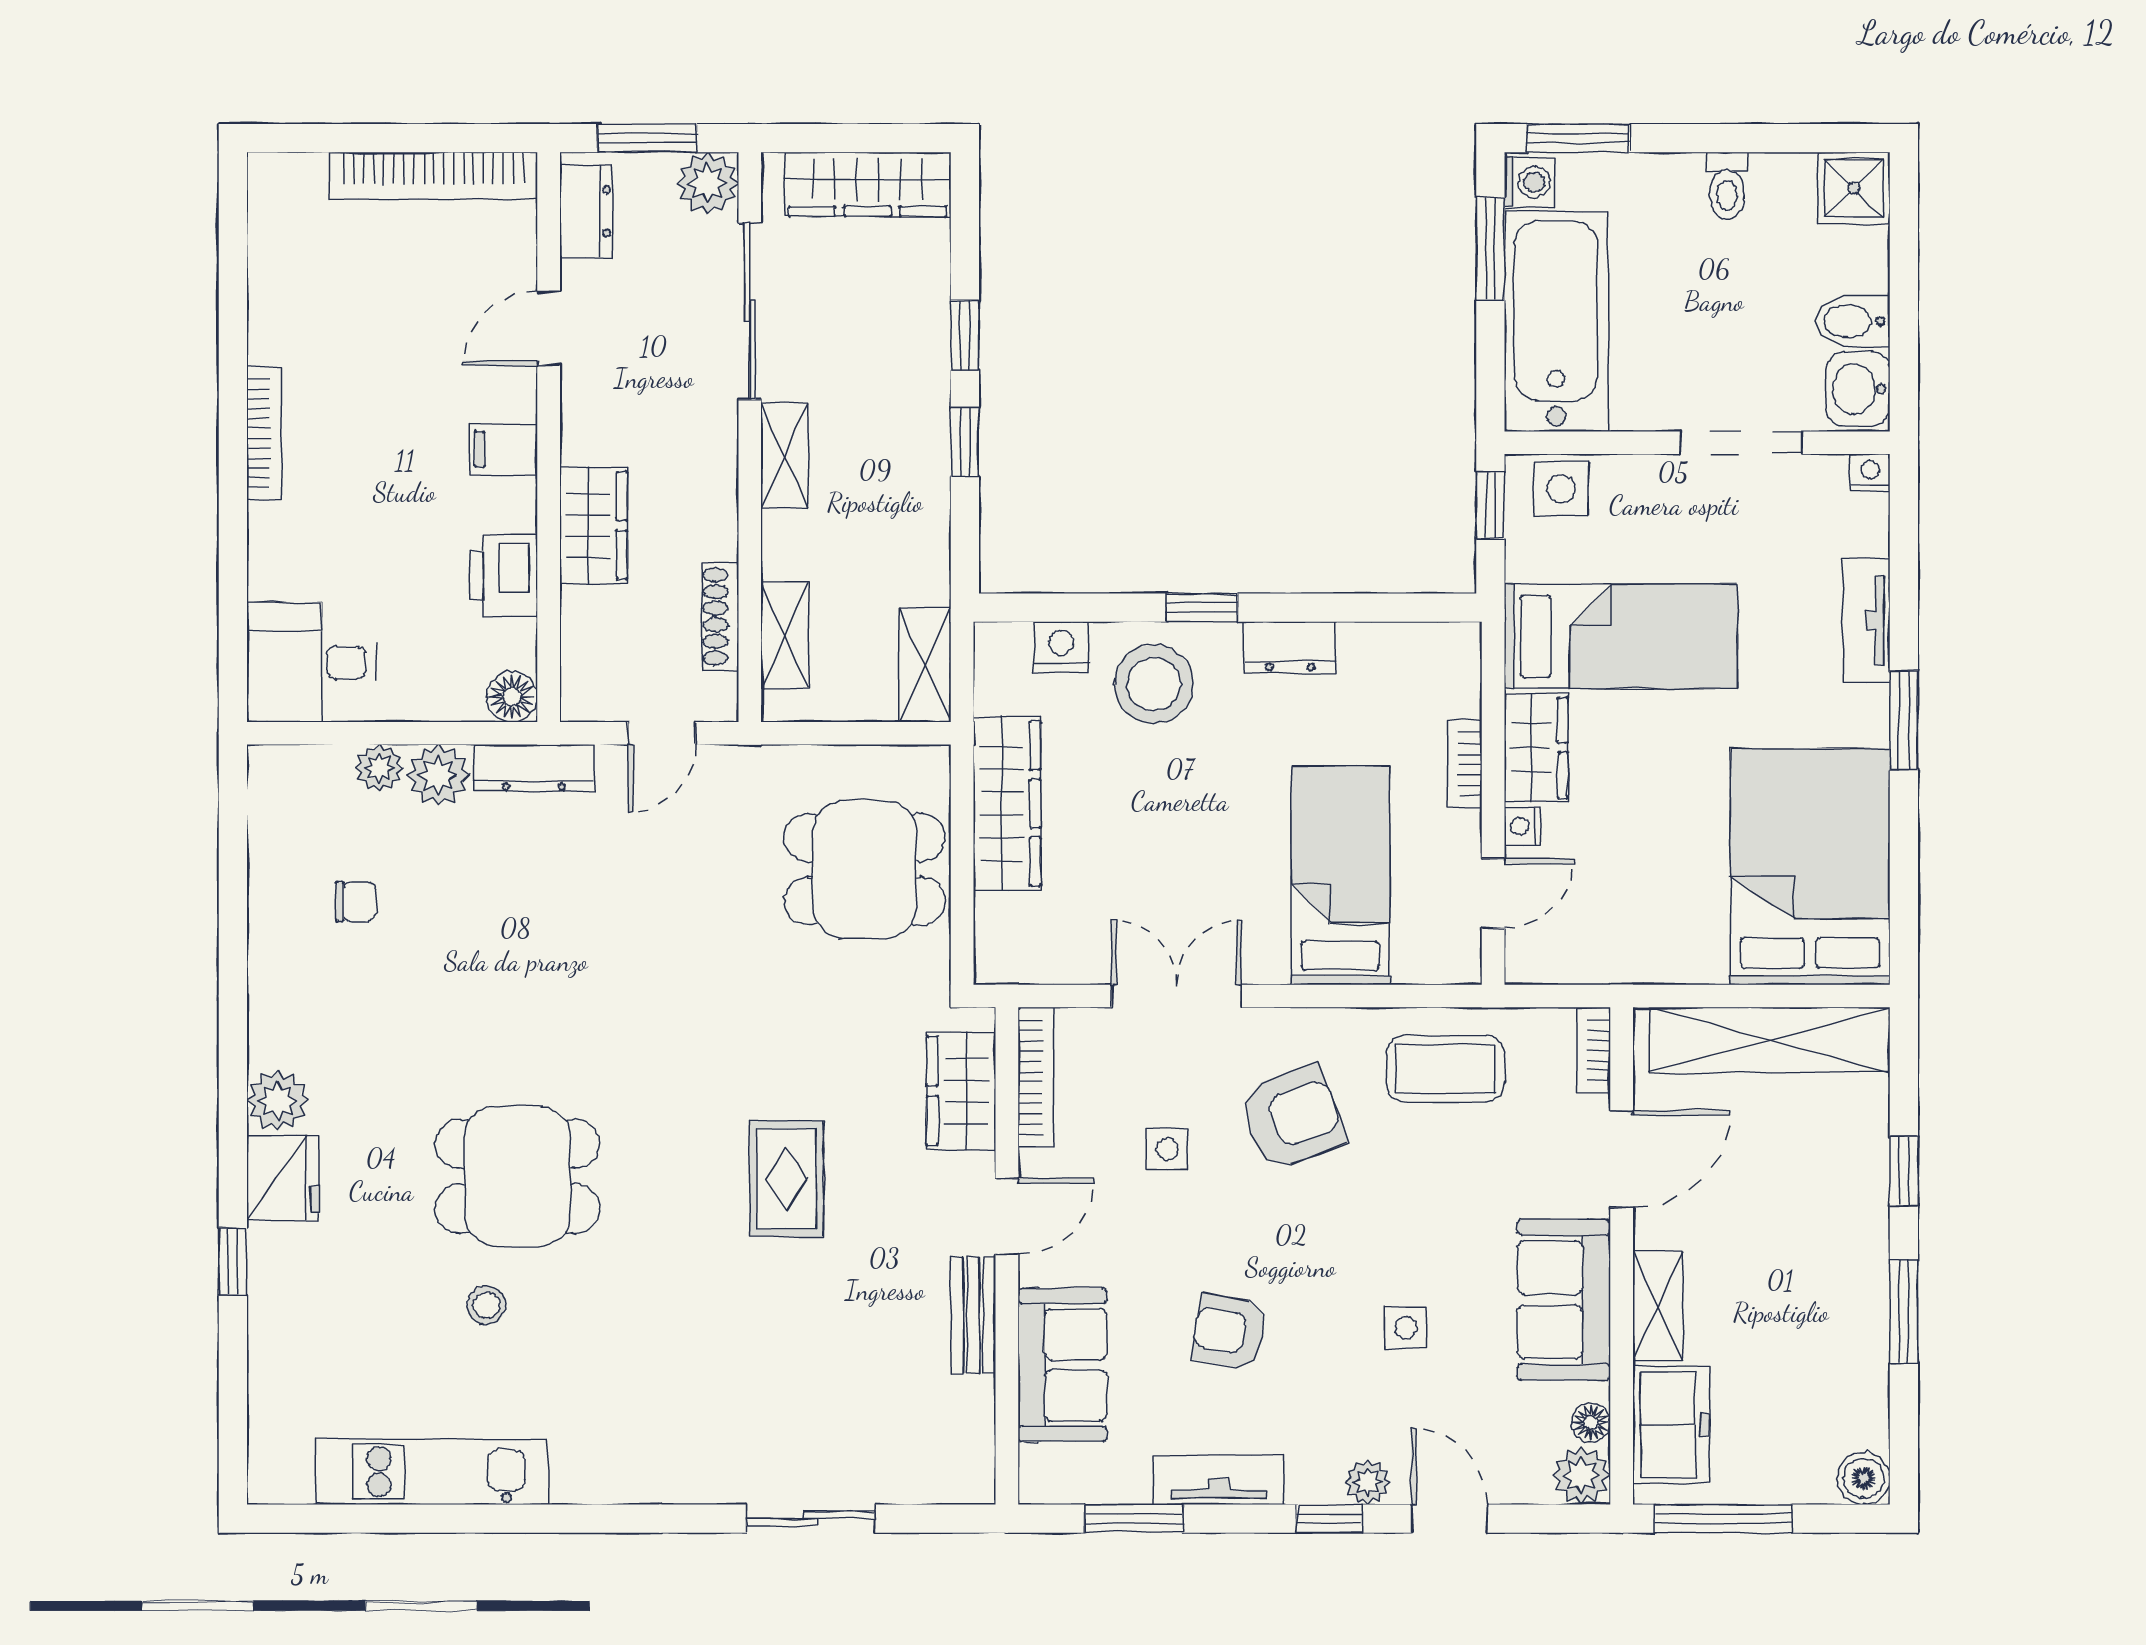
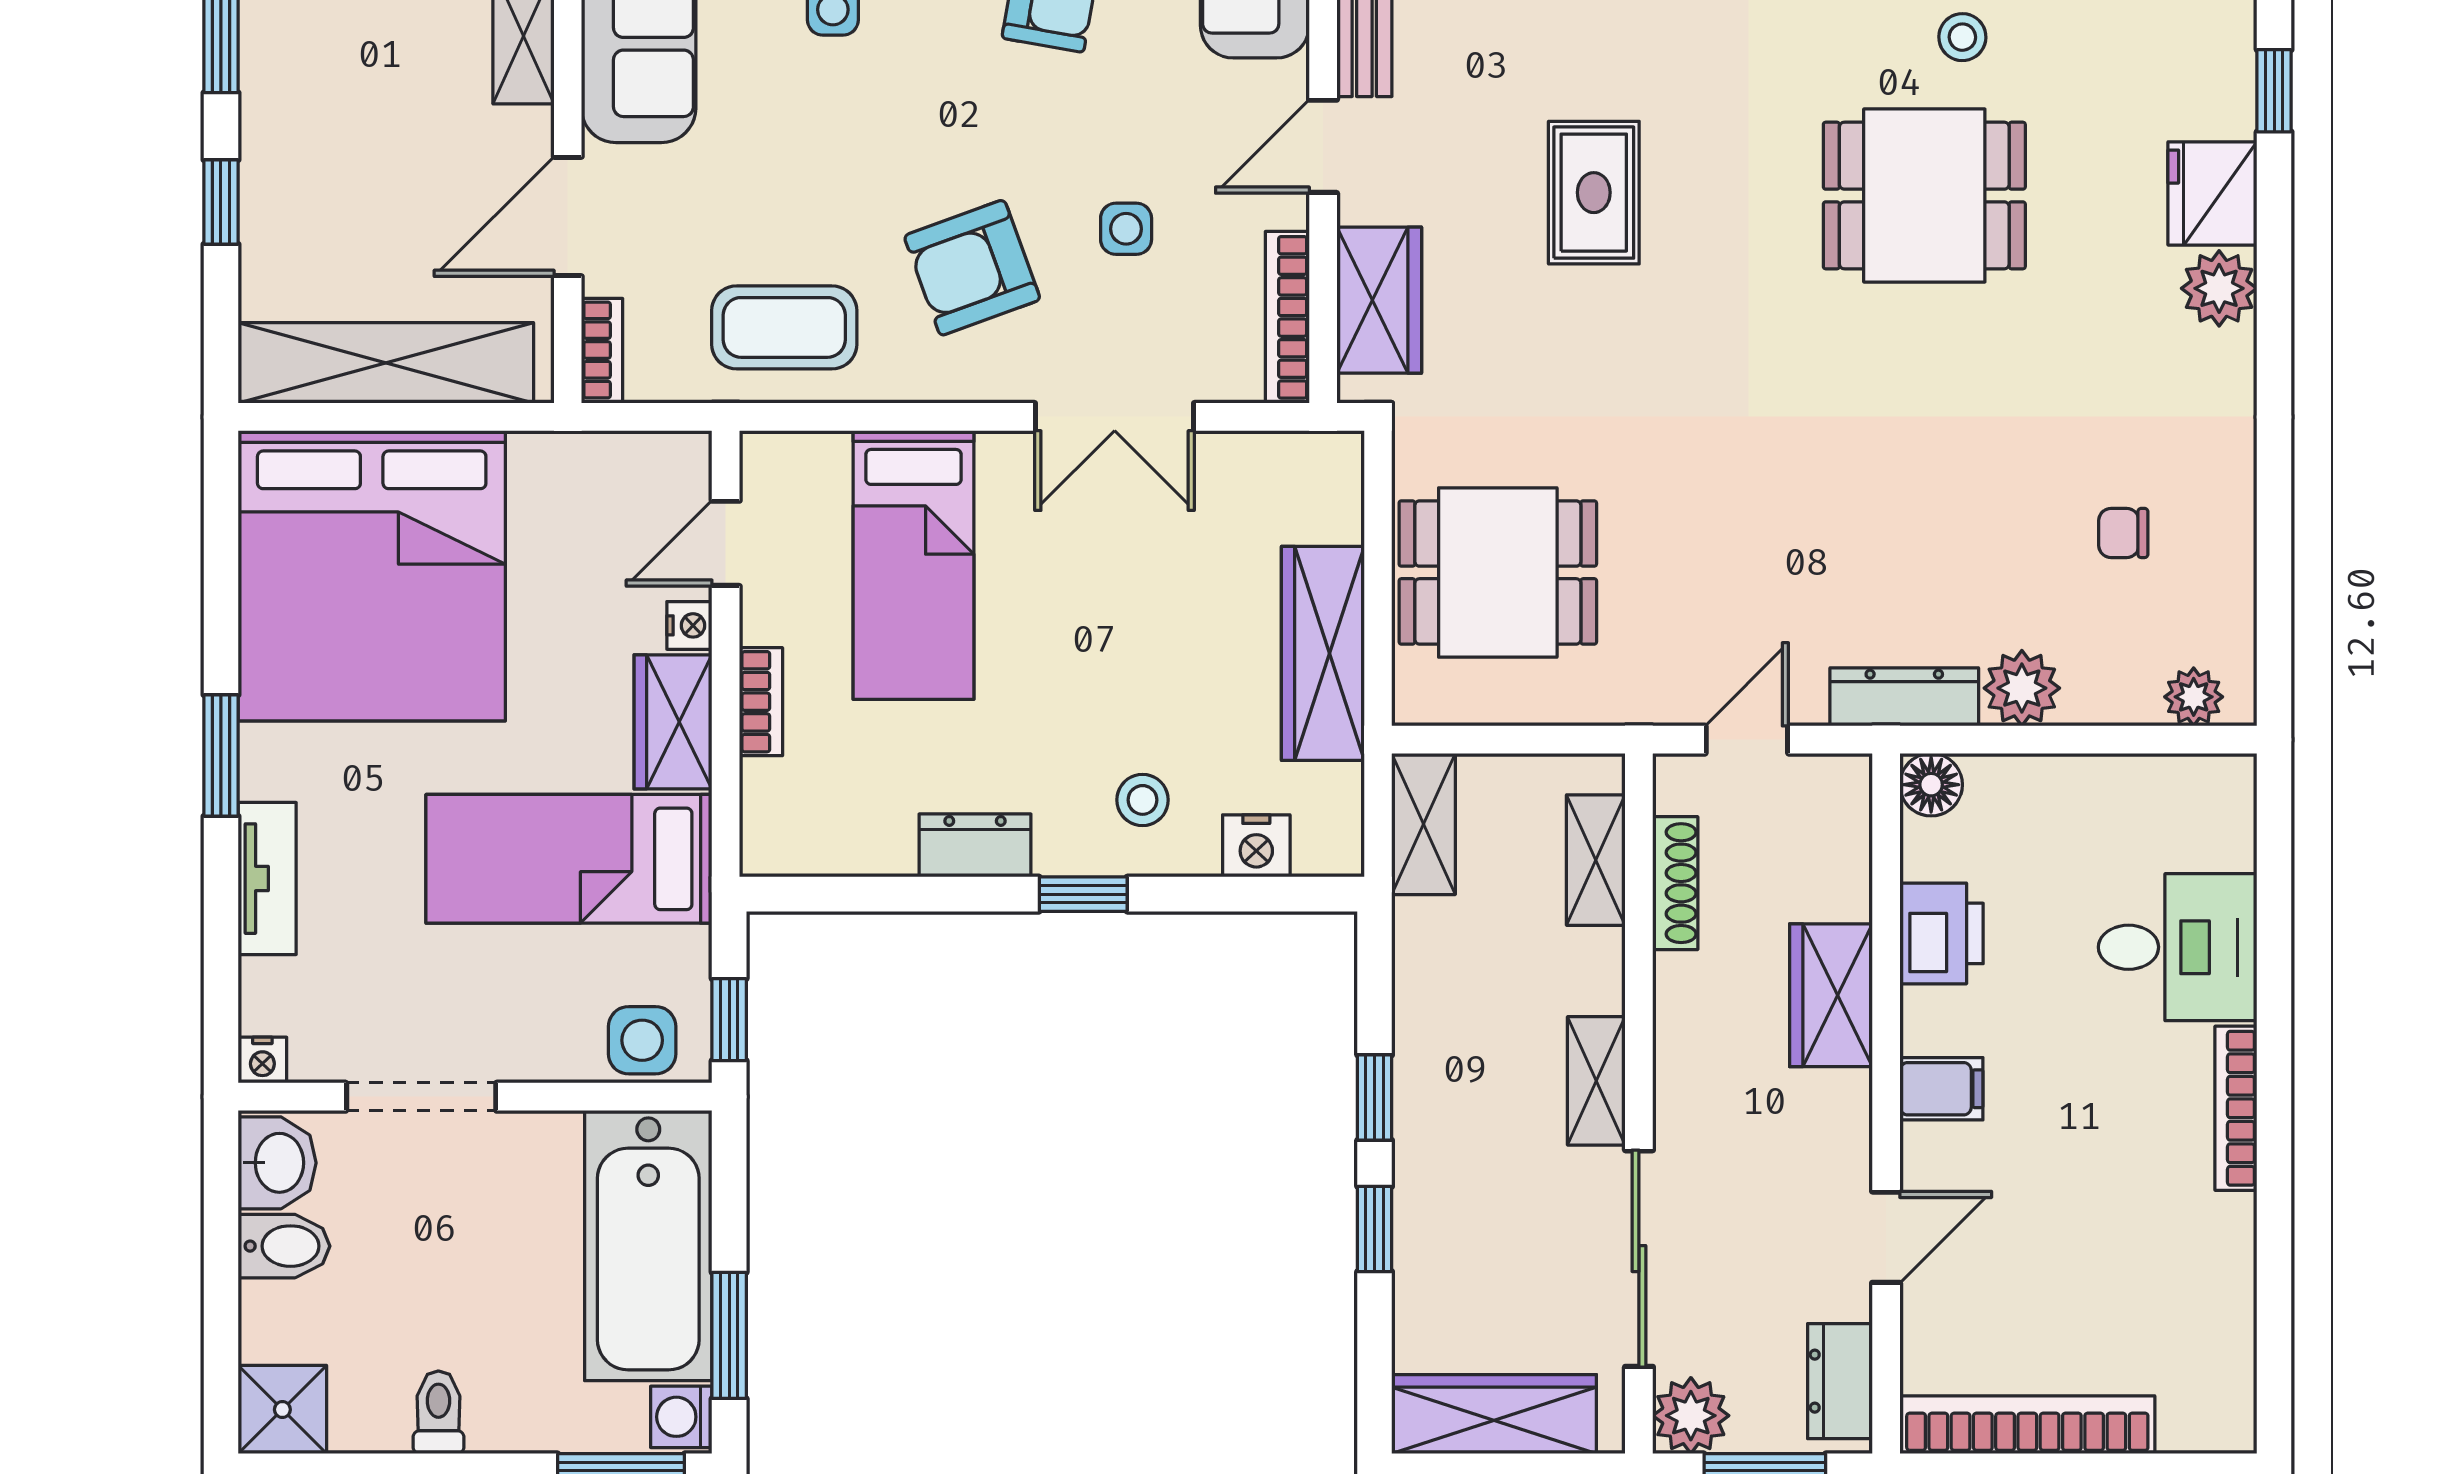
desk: (311, 662) -> (2178, 947), moved
stool: (1154, 684) -> (1143, 800), width x0.53, depth x0.53
plant: (379, 768) -> (2194, 697), moved
bed: (1810, 867) -> (372, 576), width x1.36

